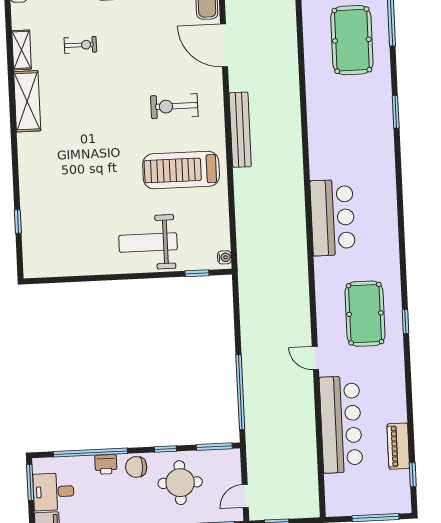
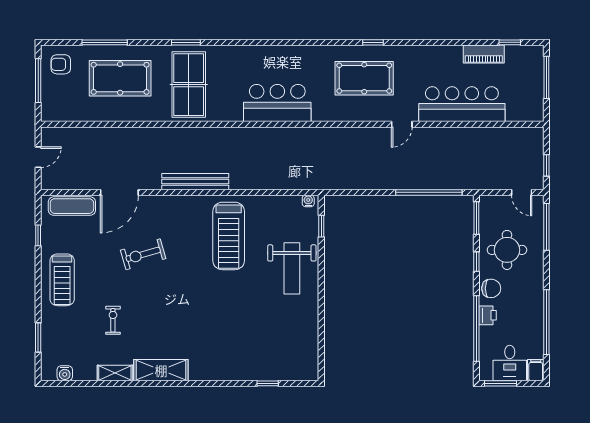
exercise bike: (174, 106) -> (143, 254), moved, turned 74
table tennis table: (349, 117) -> (189, 85), added
chair: (136, 467) -> (491, 288), turned -90

